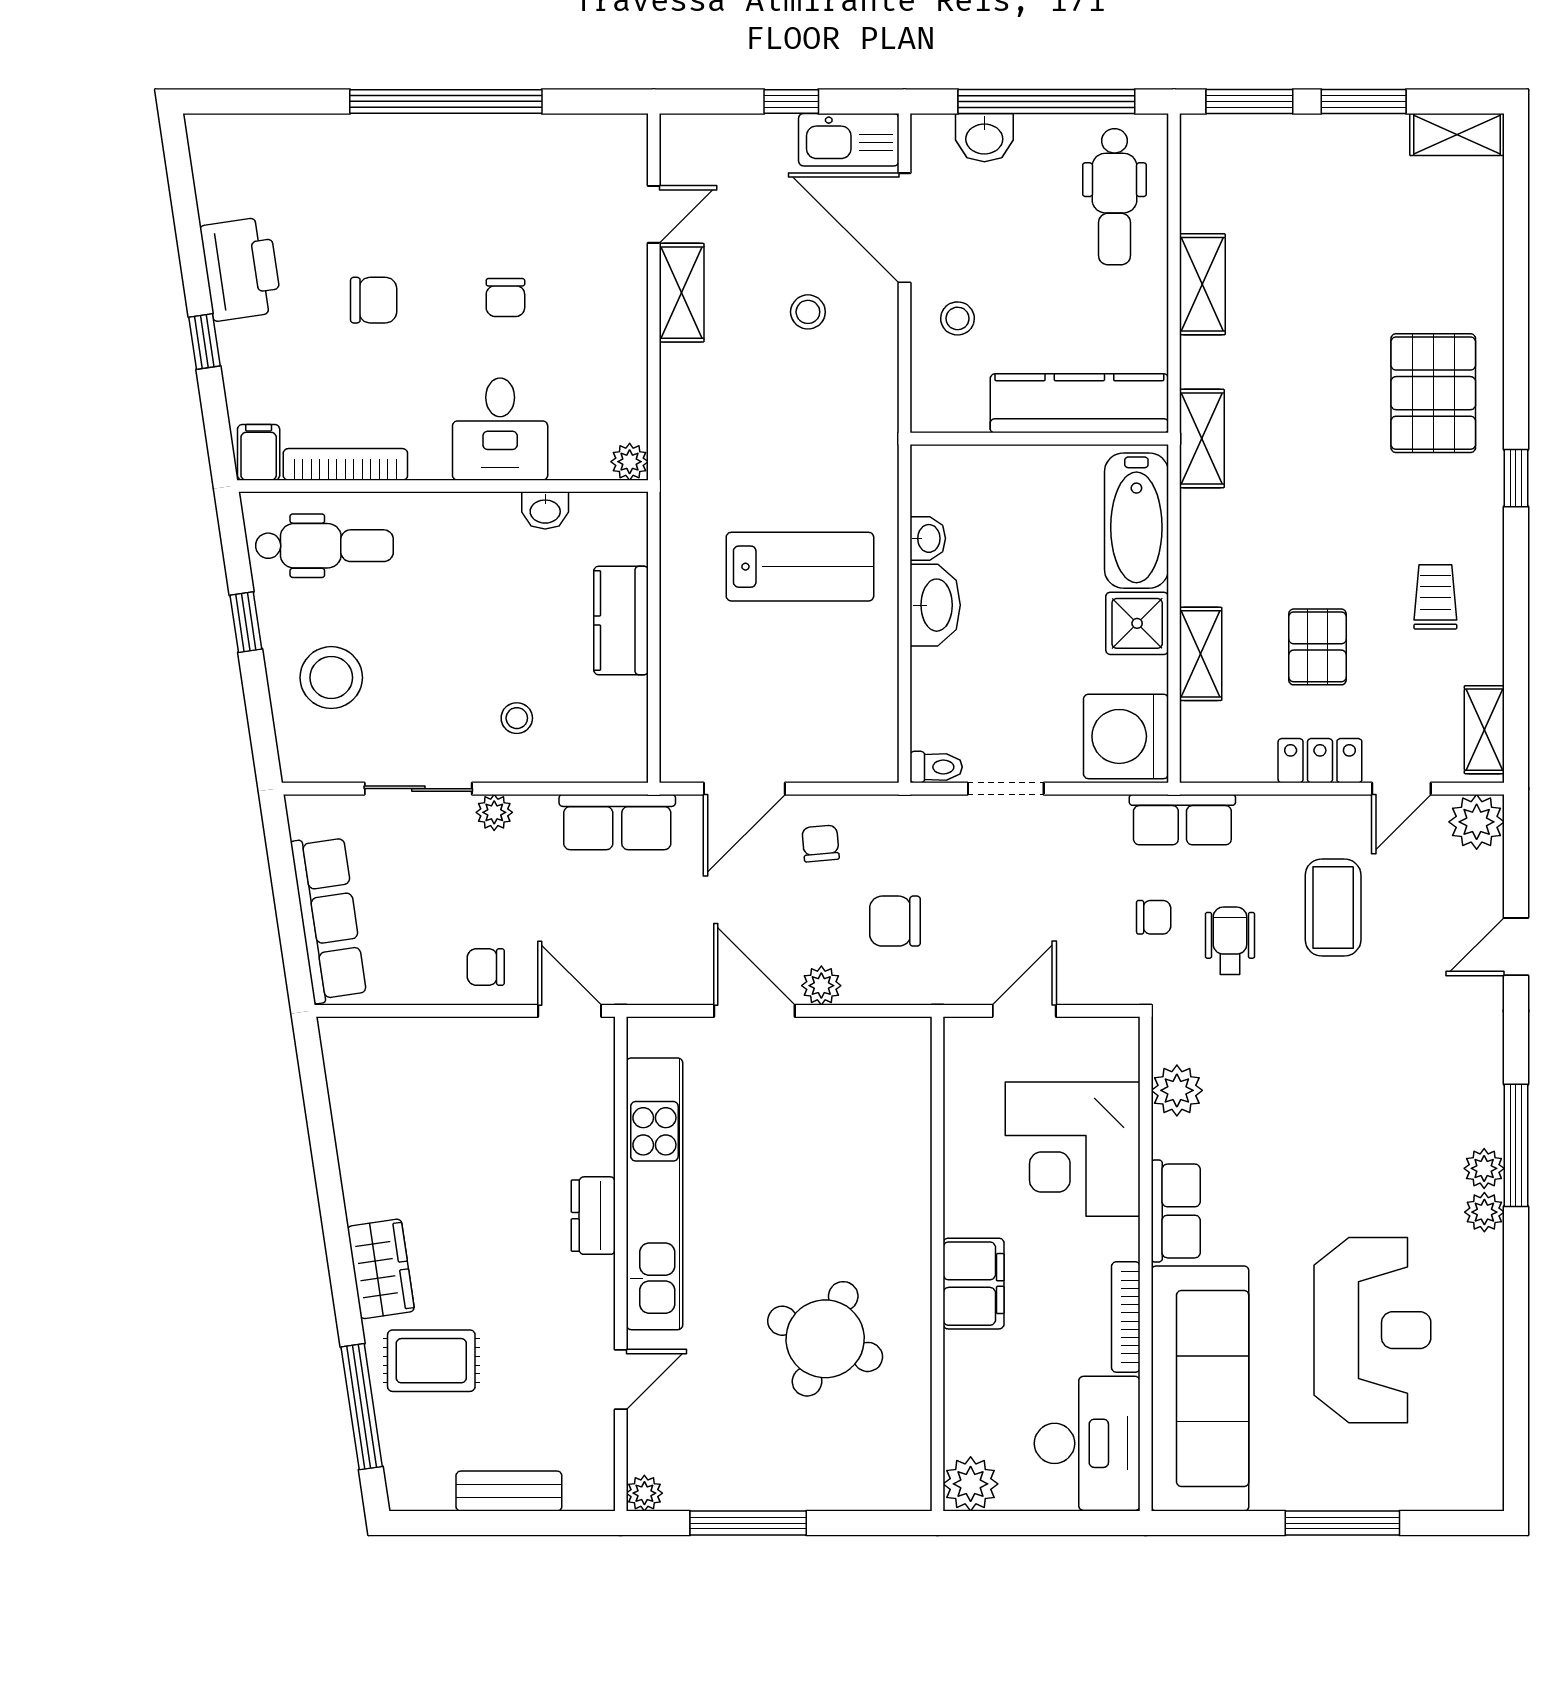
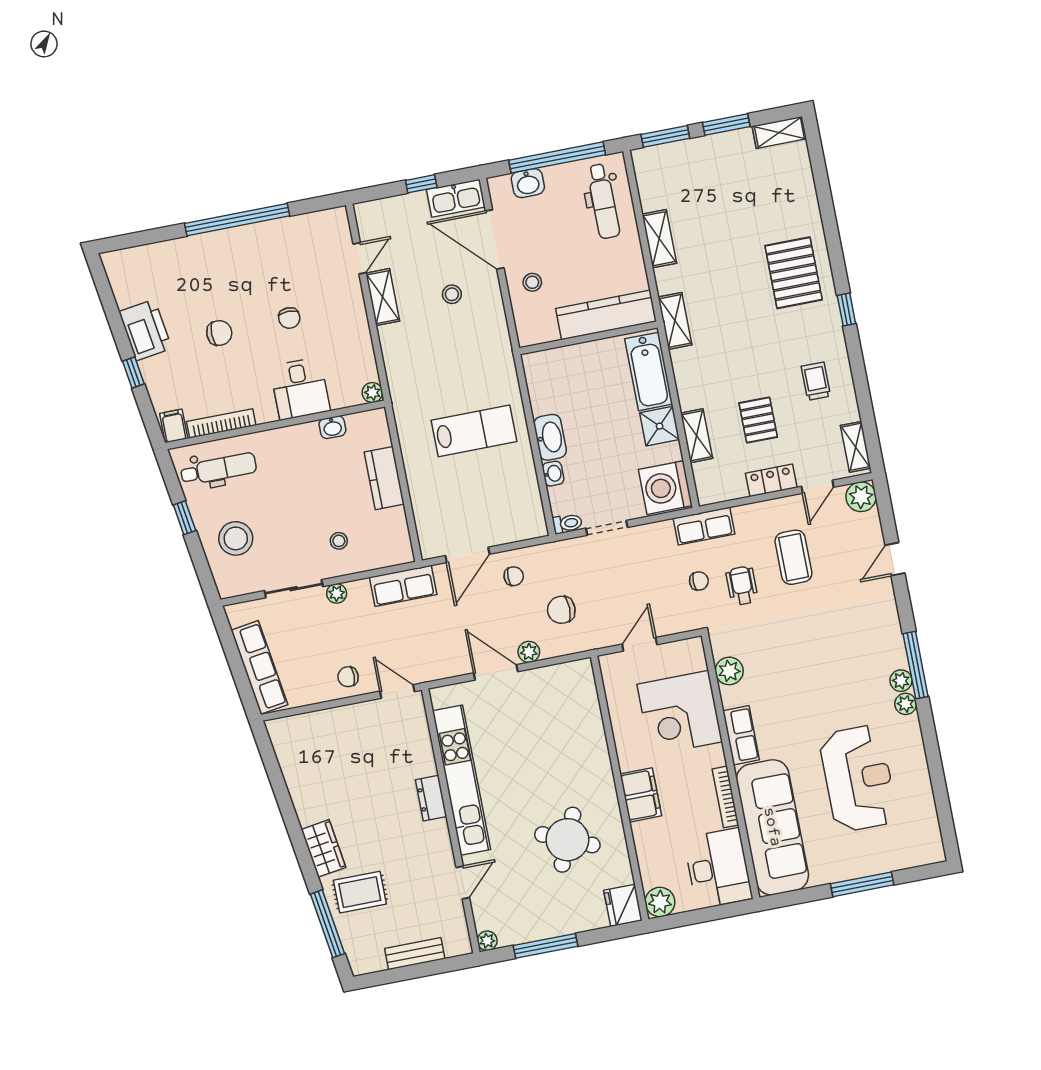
washbasin: (928, 538) -> (553, 474), moved
chair: (821, 843) -> (514, 576), turned 95
fridge: (902, 1477) -> (623, 905), added

